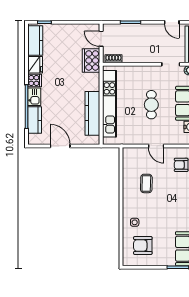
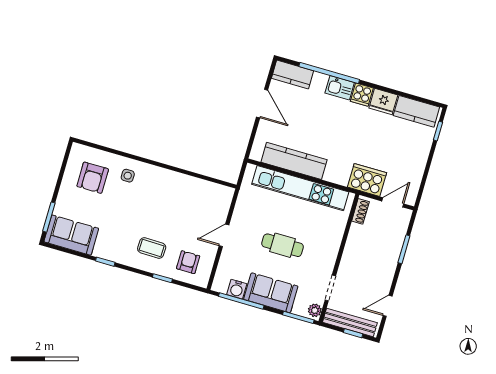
kitchen counter: (35, 120) -> (293, 74), moved
door: (60, 146) -> (262, 104), hinge flipped
coffee table: (146, 183) -> (152, 248), moved
armchair: (143, 246) -> (93, 178), turned 180

